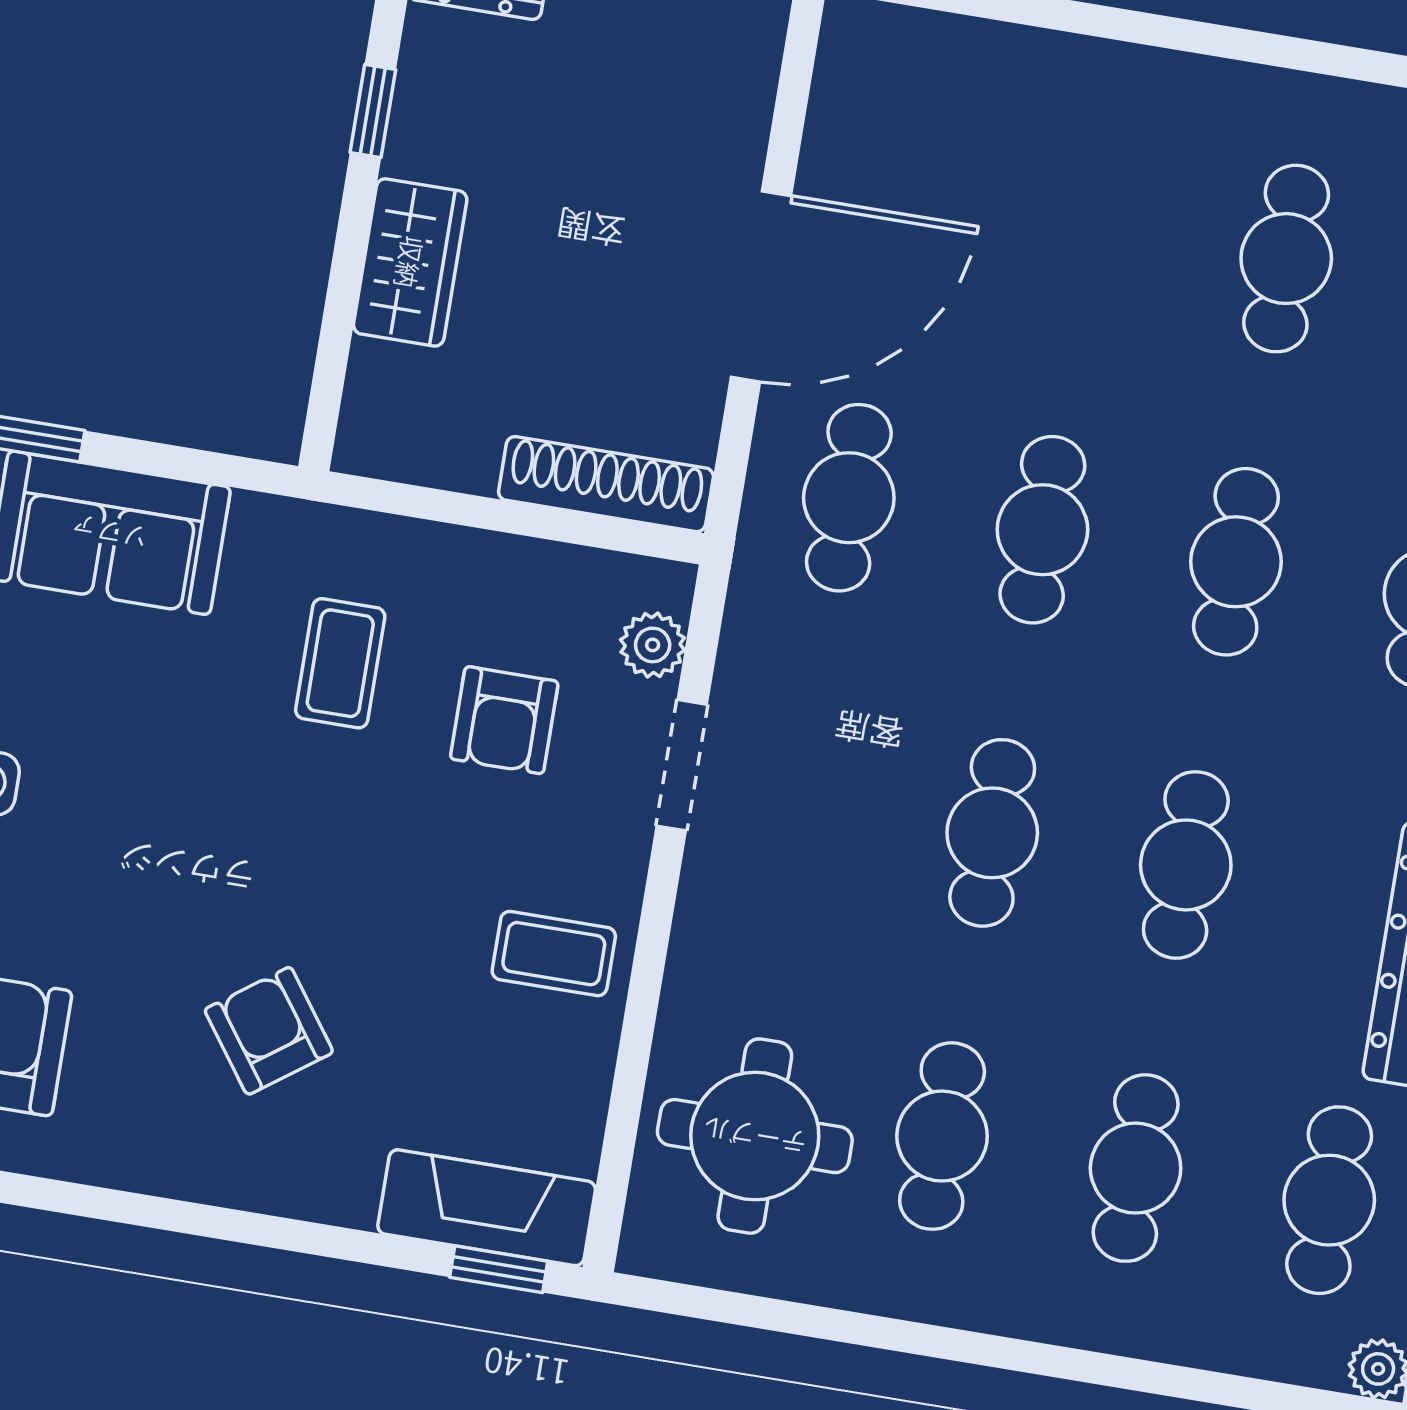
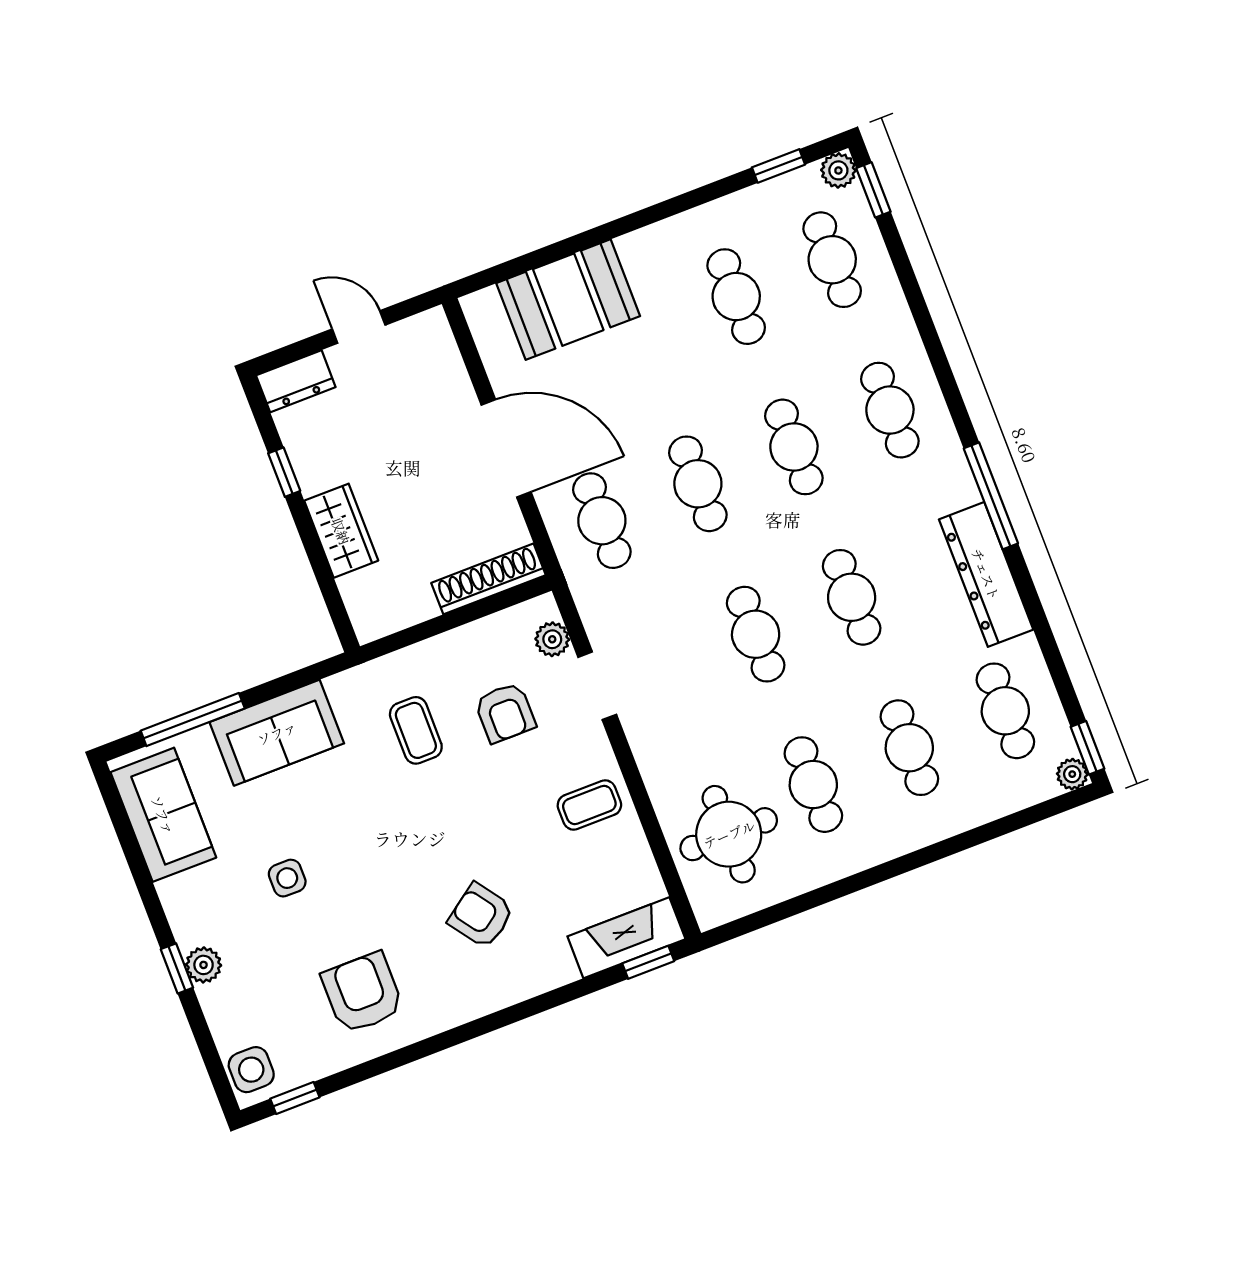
booth: (1007, 101) -> (568, 300), added
door: (761, 286) -> (506, 448), hinge flipped

